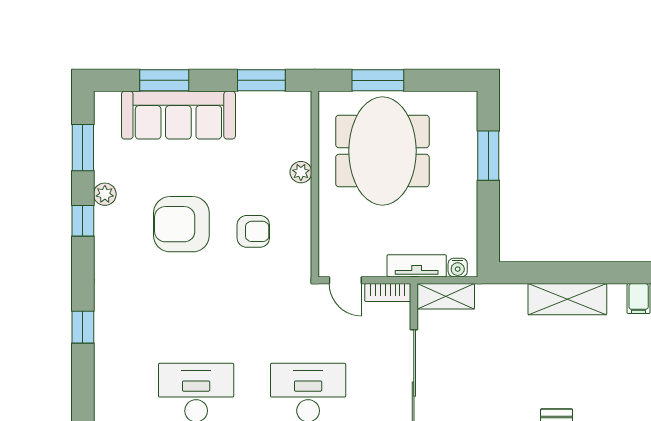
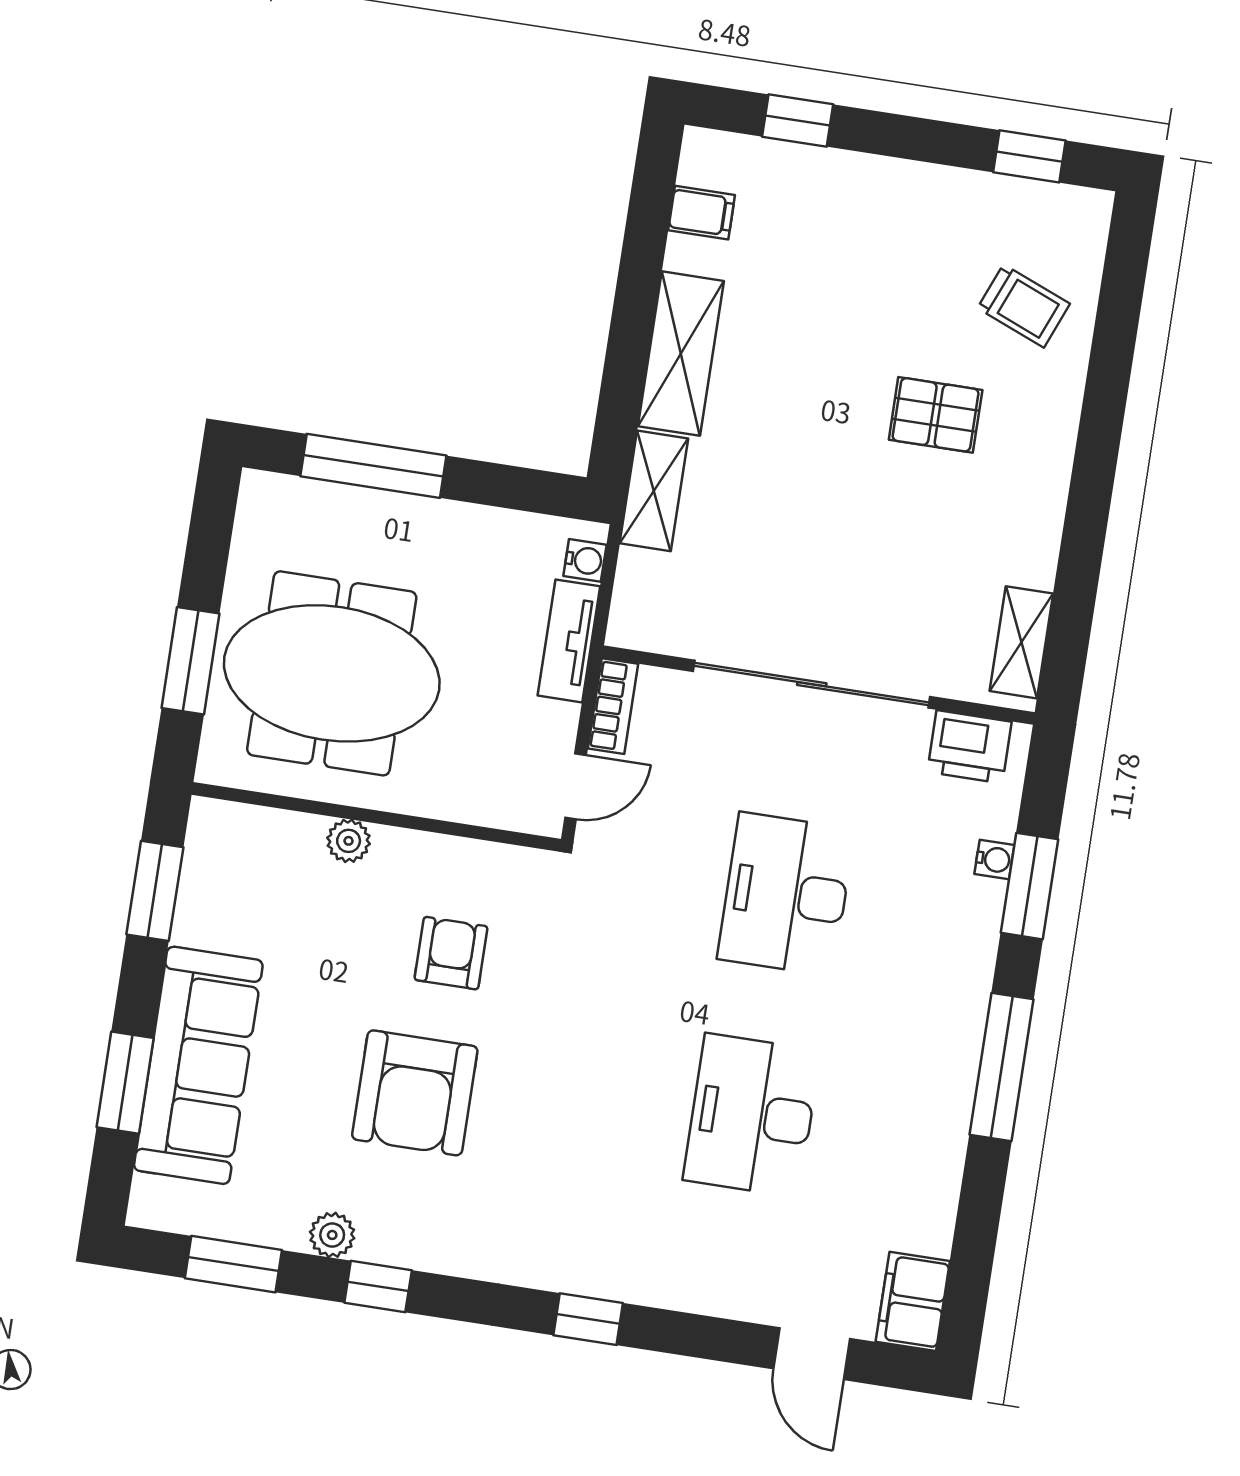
window: (488, 156) -> (373, 466), width x1.44
shelving: (446, 296) -> (654, 491), moved

